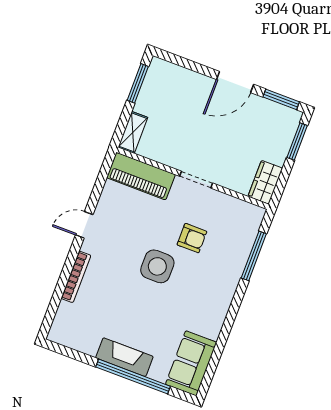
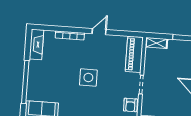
door: (84, 225) -> (99, 32), hinge flipped
armchair: (192, 238) -> (130, 105), moved
fireplace: (124, 357) -> (37, 44), moved

